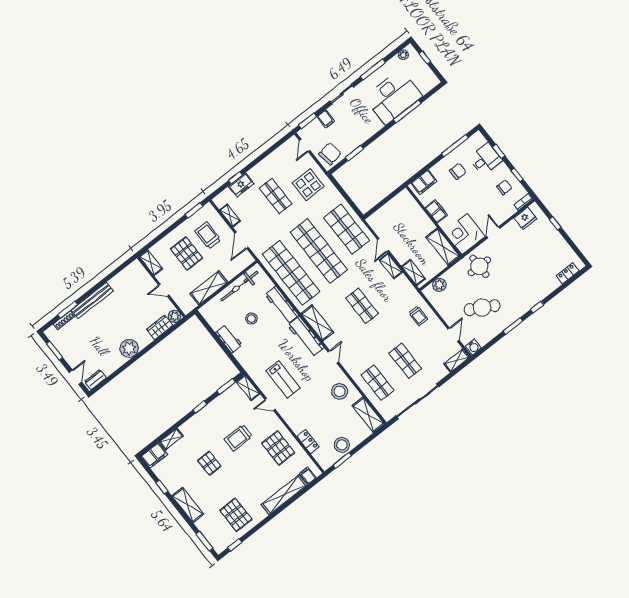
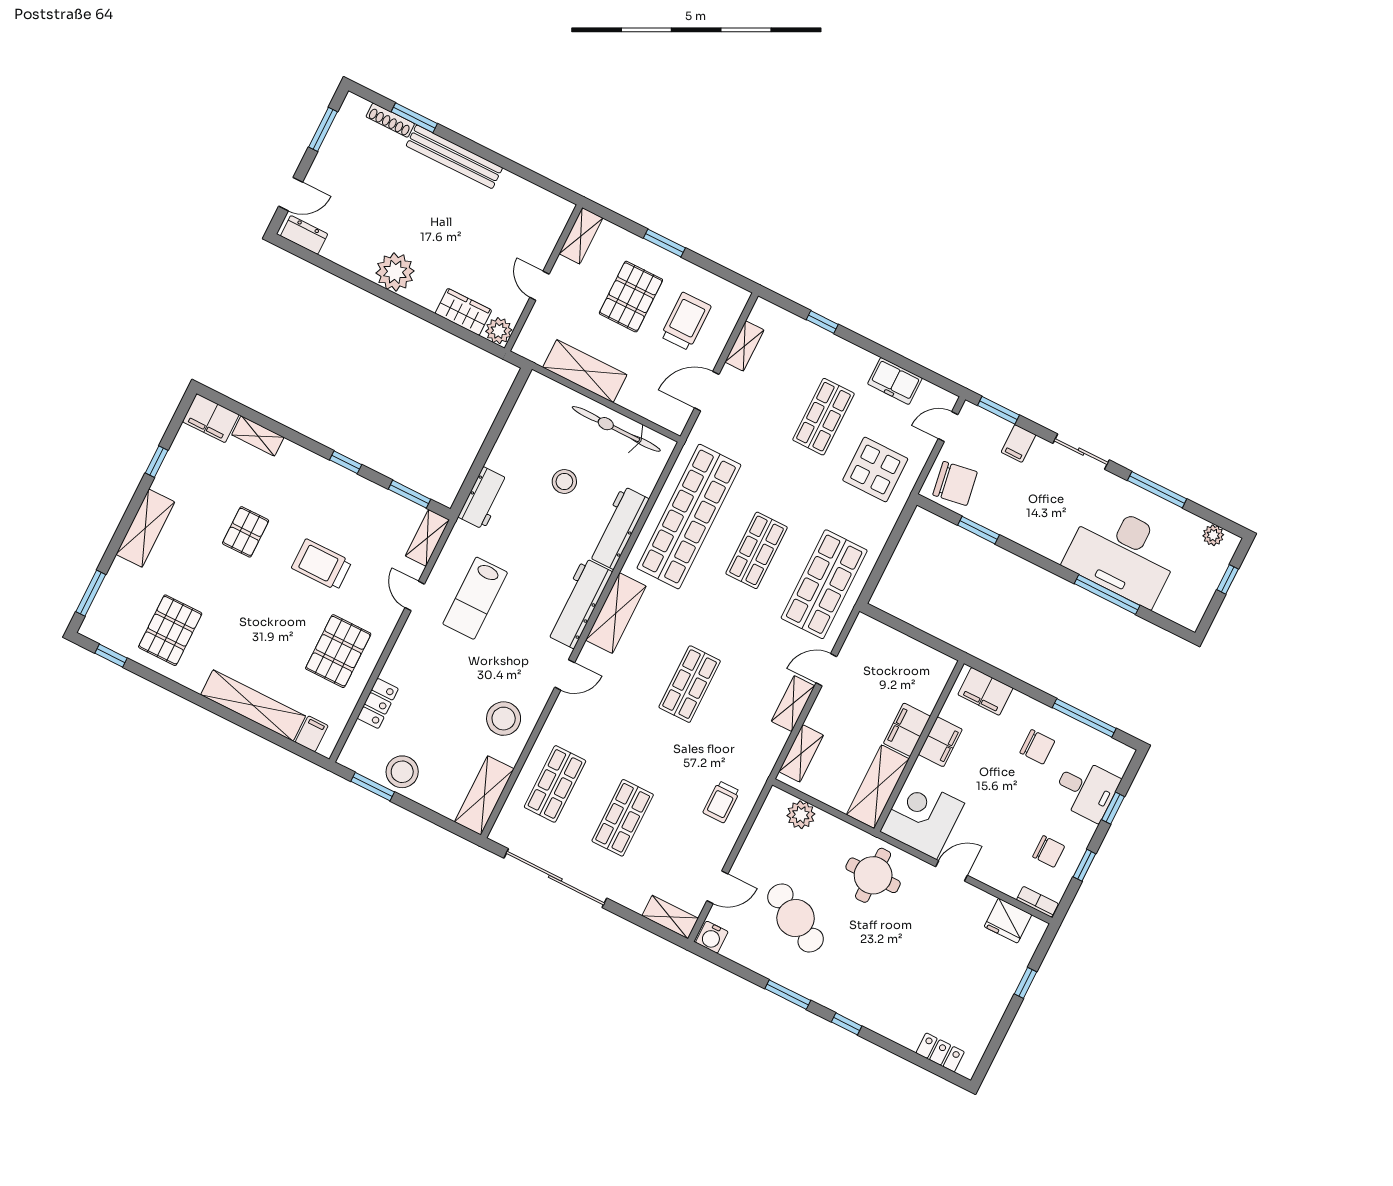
freezer: (241, 185) -> (895, 381), moved
window: (194, 210) -> (664, 243), moved
filing cabinet: (425, 223) -> (907, 730), added
shop shelf: (319, 251) -> (757, 550), width x0.50, depth x0.74
workbench: (229, 339) -> (483, 498), moved

